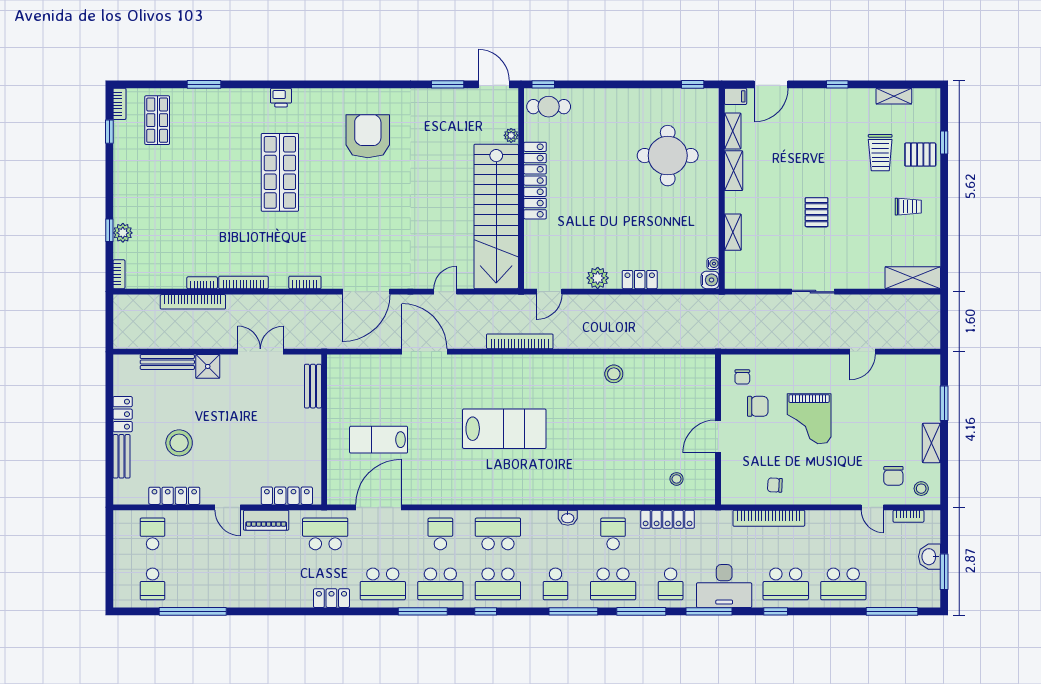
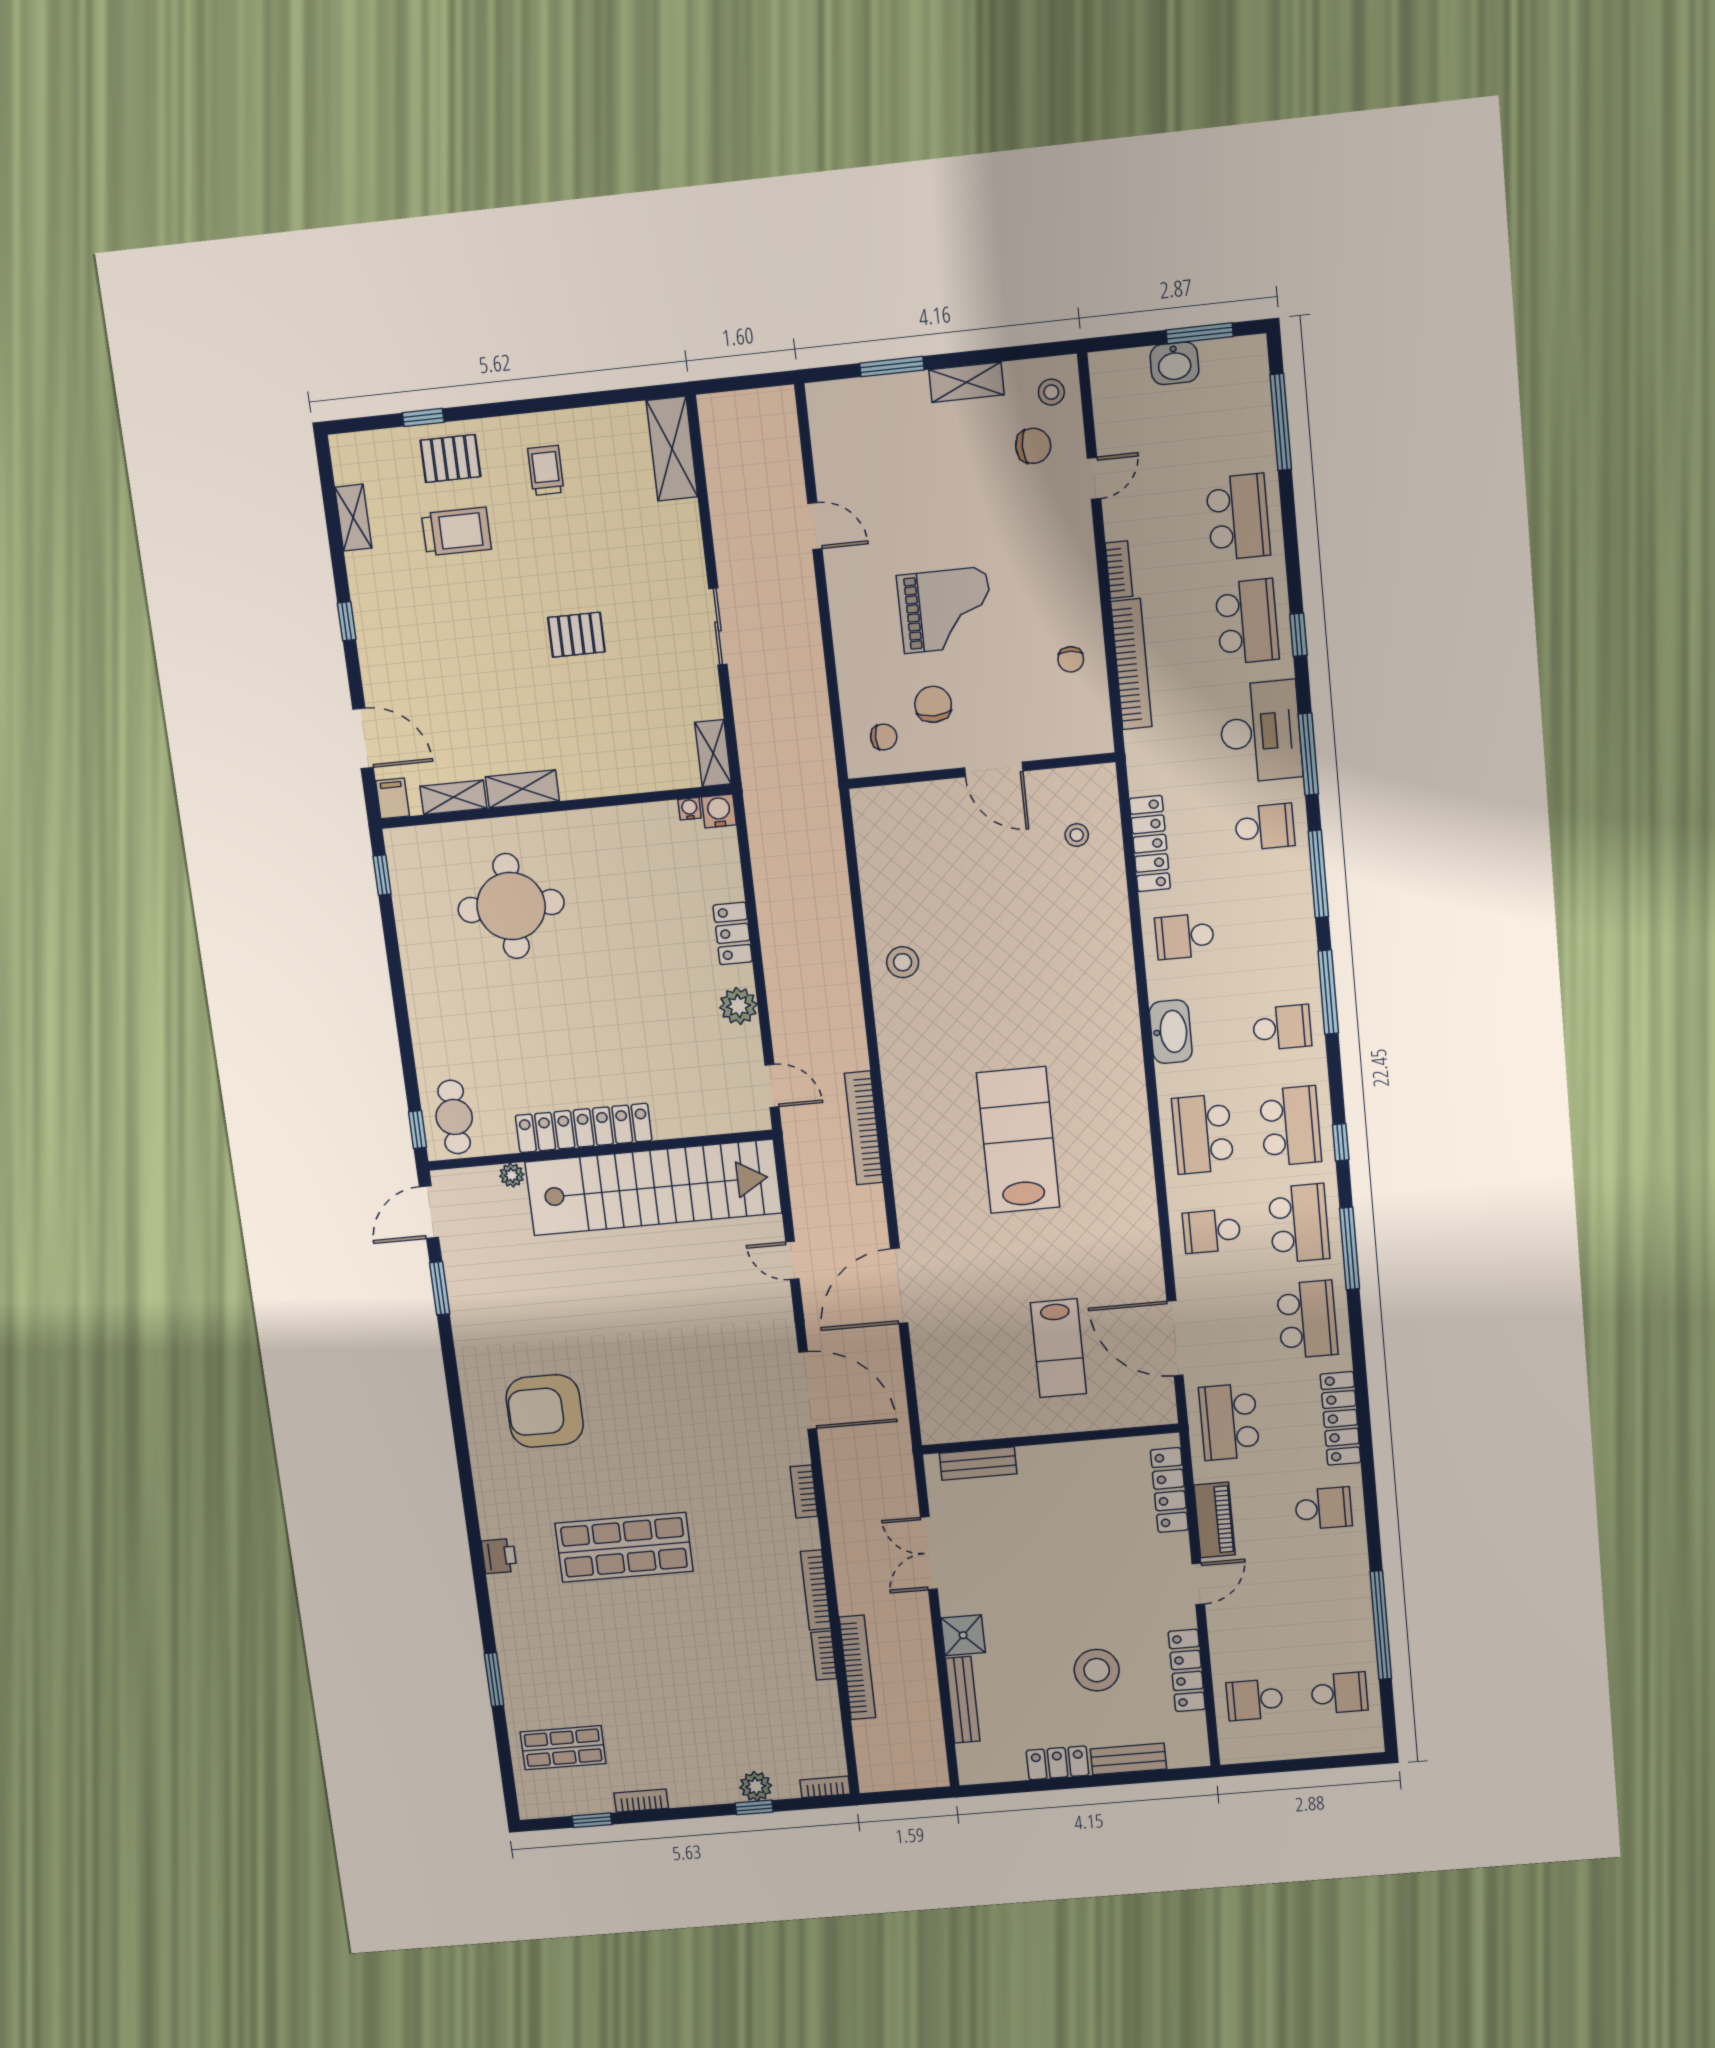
bookcase: (119, 104) -> (641, 1801), moved
pallet: (920, 155) -> (450, 458), turned 90
shelving: (733, 232) -> (713, 753), moved, turned 90
bookcase: (908, 516) -> (1119, 570), moved
washbasin: (568, 518) -> (1171, 1032), width x1.91, depth x1.45
school desk: (613, 584) -> (1323, 1508), moved, width x0.54
locker: (331, 598) -> (1340, 1418), width x1.53

